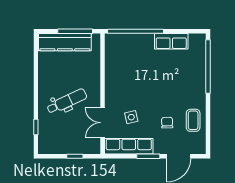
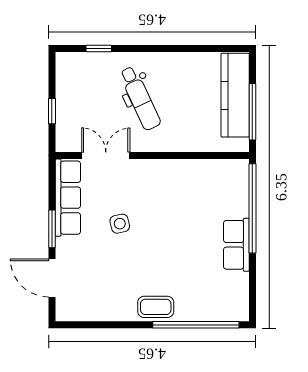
row of seats: (171, 41) -> (236, 245), moved
side table: (131, 117) -> (120, 224), moved
coffee table: (193, 120) -> (156, 307), moved
chair: (167, 123) -> (106, 259), removed

